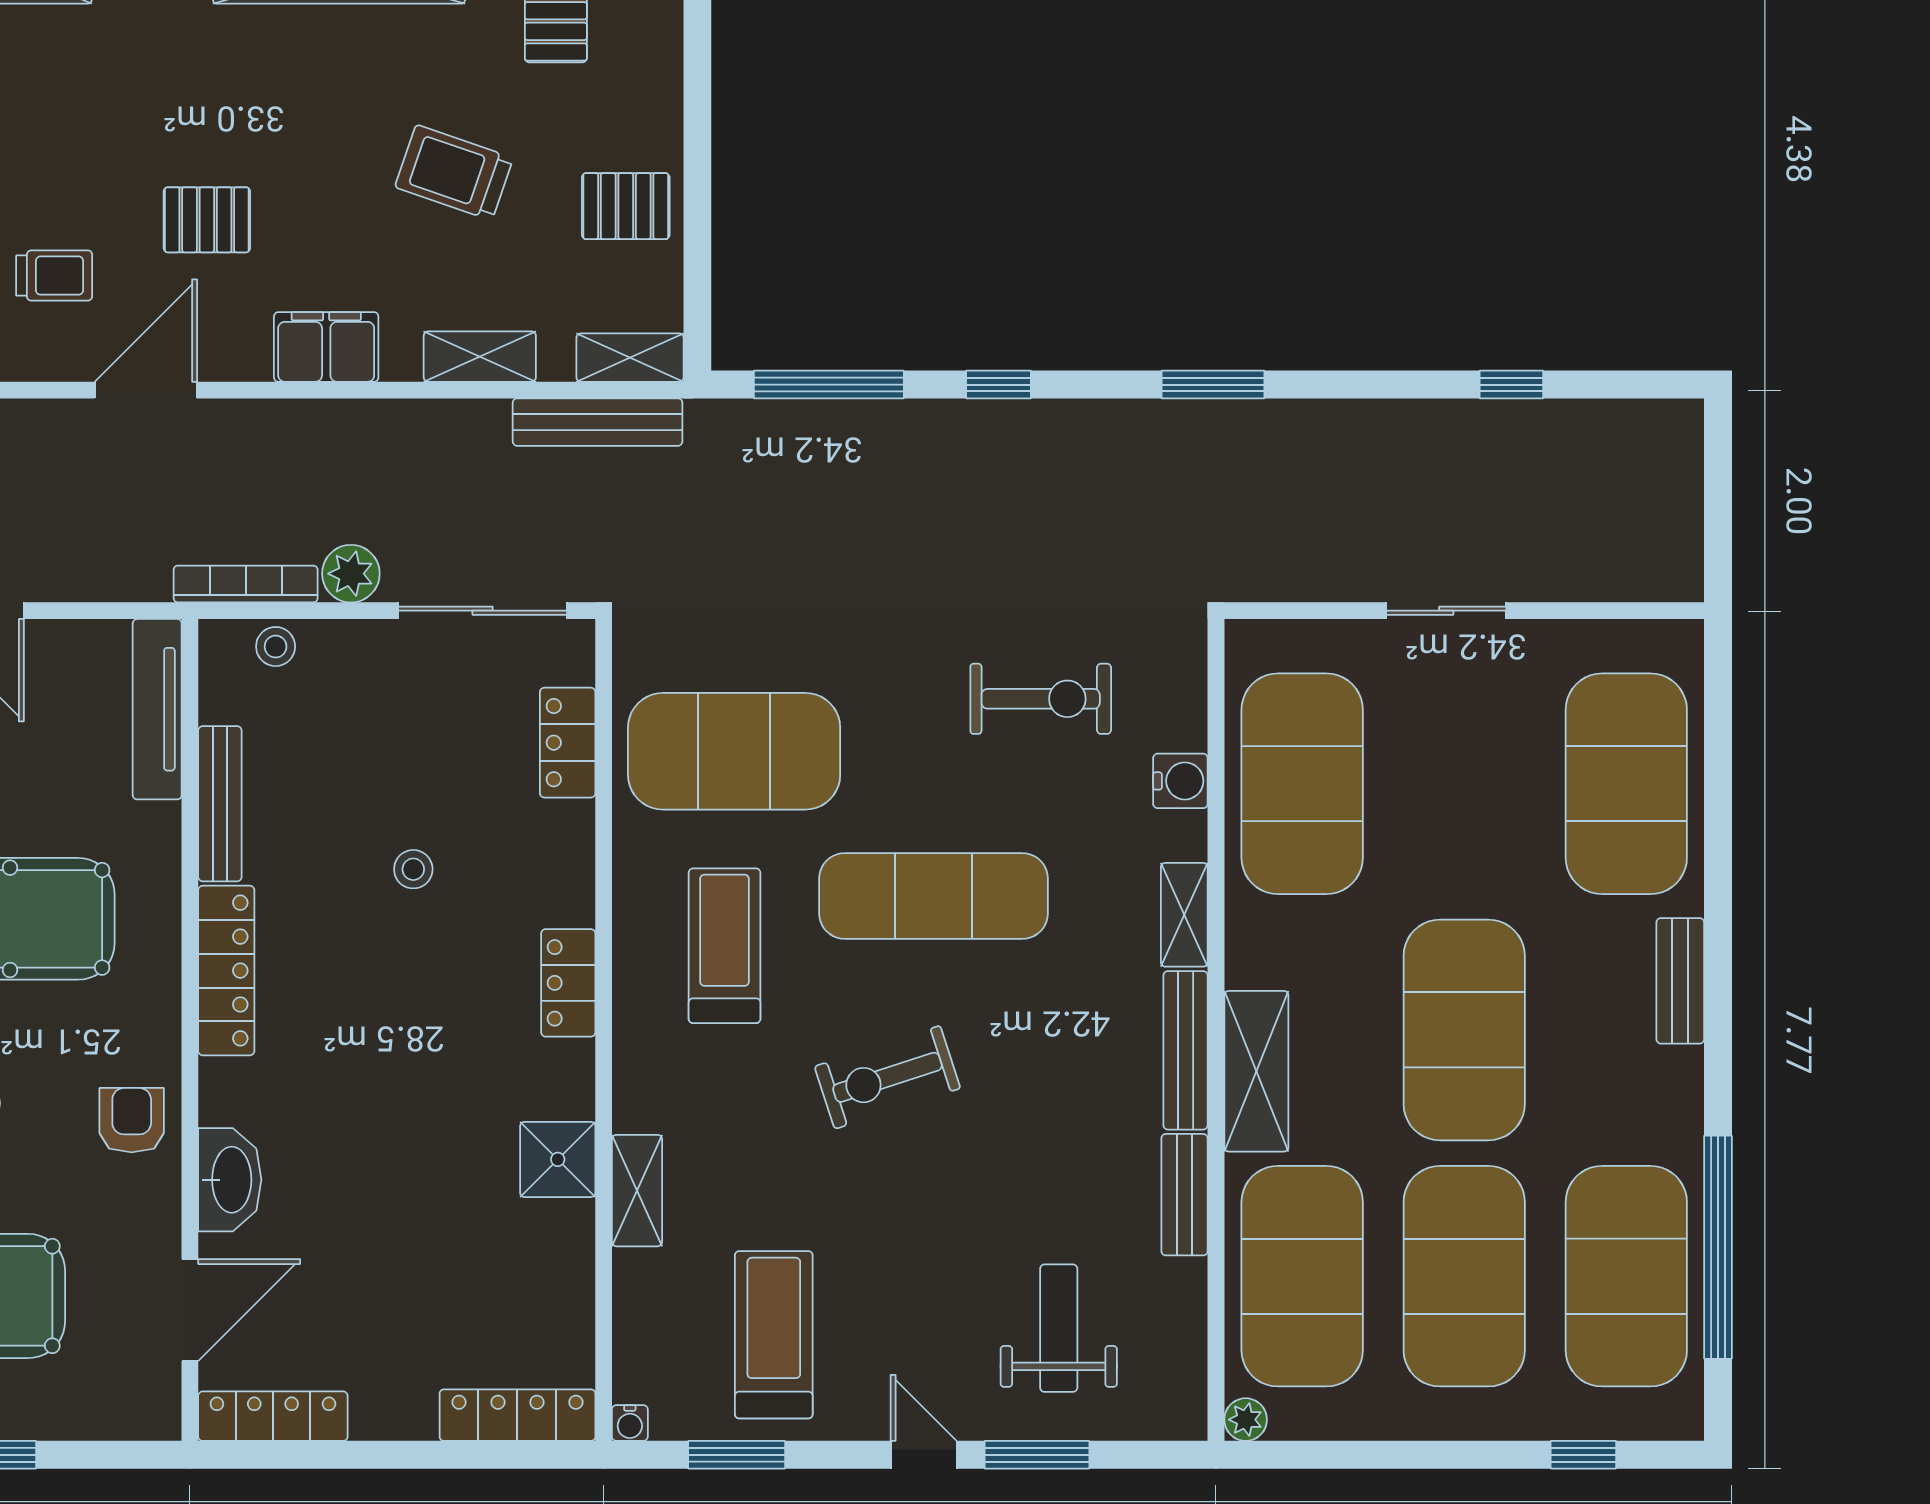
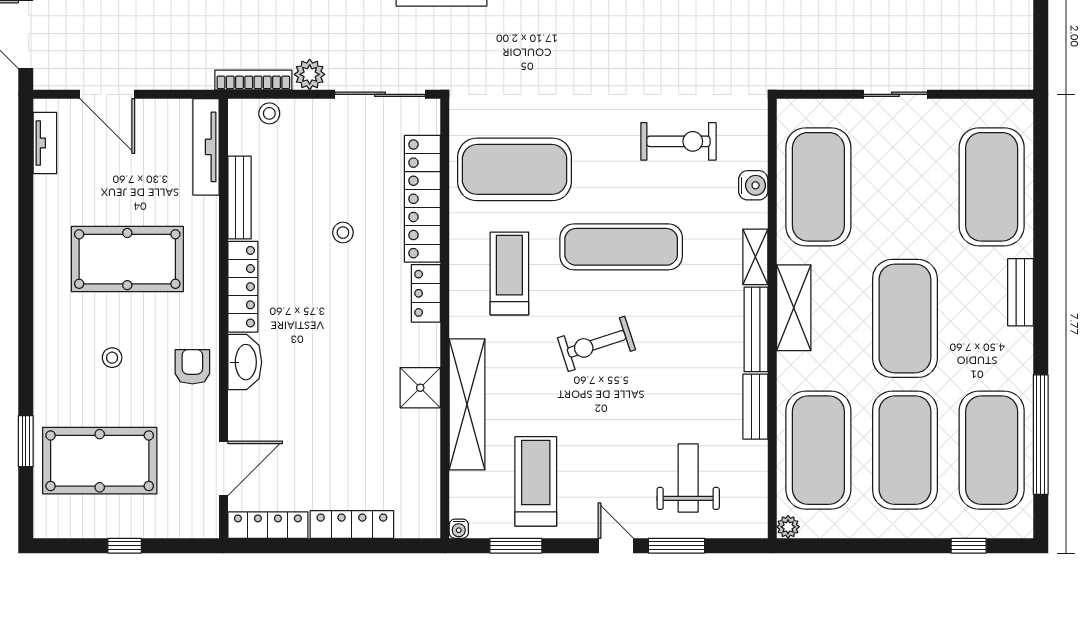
locker: (568, 743) -> (422, 199), width x2.16, depth x1.21
shelving: (1256, 1071) -> (794, 308), moved
washbasin: (230, 1180) -> (245, 362), moved
shelving: (637, 1191) -> (467, 404), width x2.20, depth x1.33
locker: (517, 1415) -> (352, 524), moved

